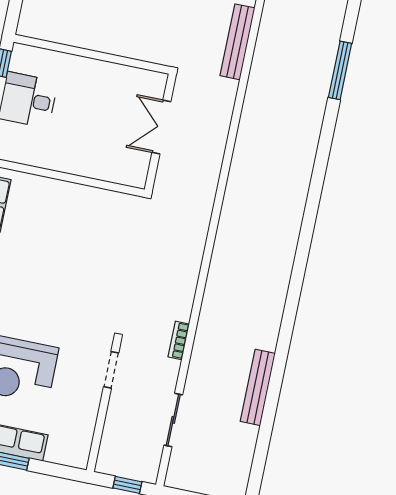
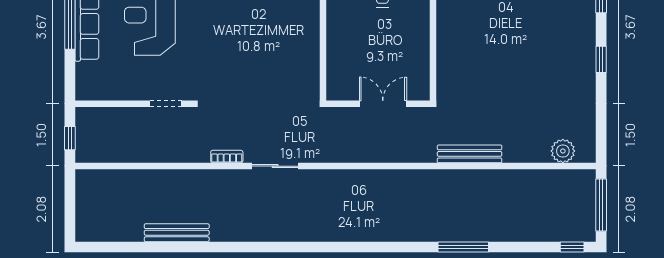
bookcase: (179, 340) -> (227, 157), moved
sliding door: (173, 420) -> (275, 166), moved

